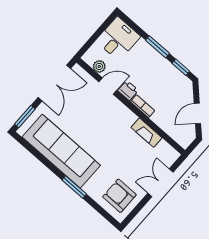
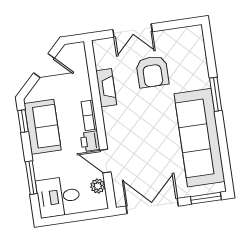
window: (157, 47) -> (31, 178), moved
sofa: (166, 74) -> (43, 127), added
armchair: (119, 196) -> (152, 72), moved

